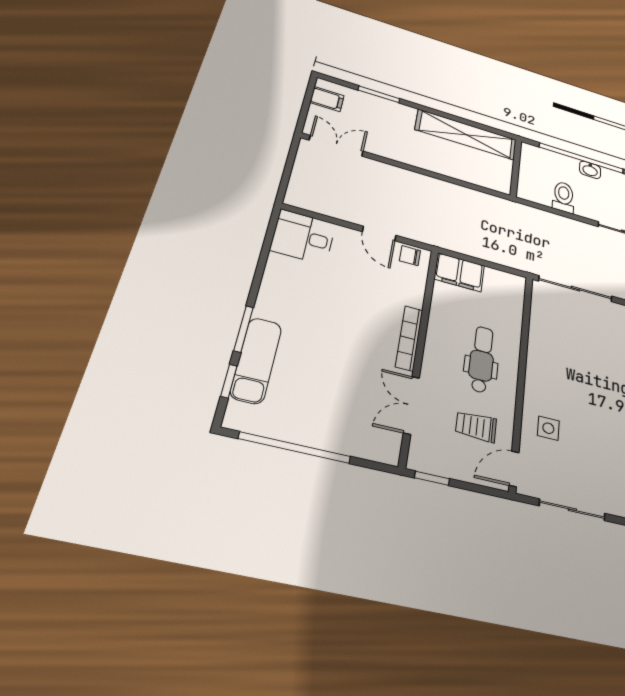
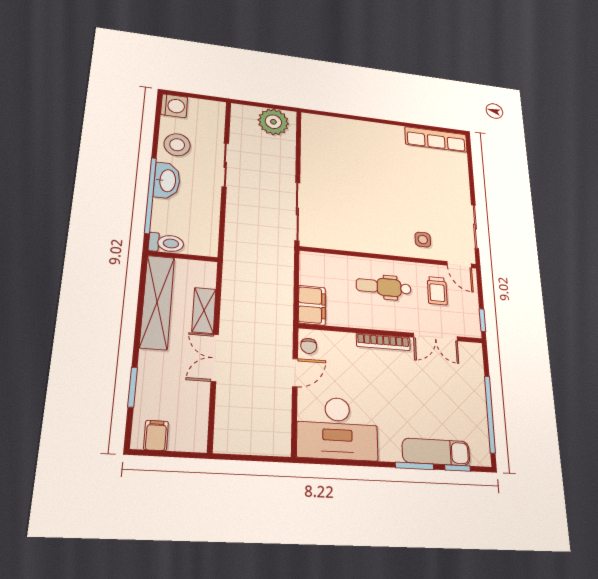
double door: (336, 146) -> (215, 358), moved
shelving: (456, 170) -> (204, 310), added
washbasin: (590, 170) -> (167, 181), width x1.91, depth x1.45
toilet: (563, 197) -> (166, 243), moved, turned 180
desk: (303, 237) -> (337, 428), width x1.87, depth x1.30

